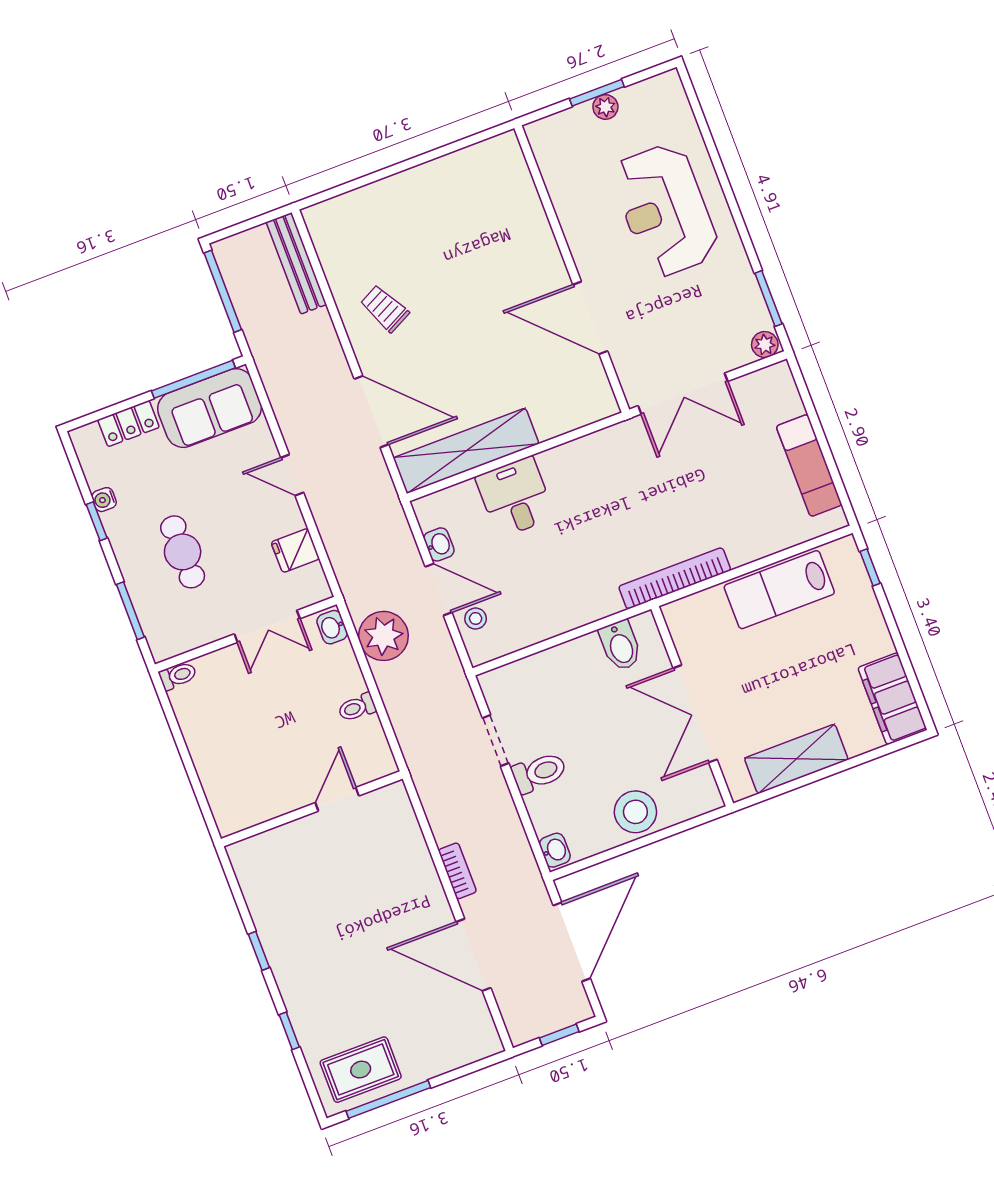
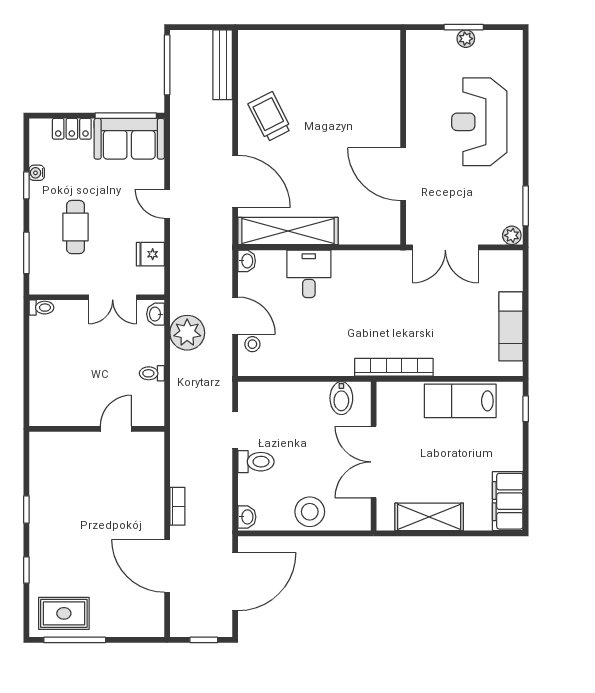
trolley: (385, 309) -> (270, 117), width x1.36, depth x1.39
washbasin: (439, 544) -> (247, 261), moved

